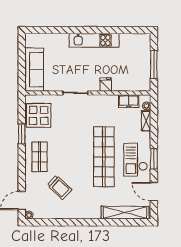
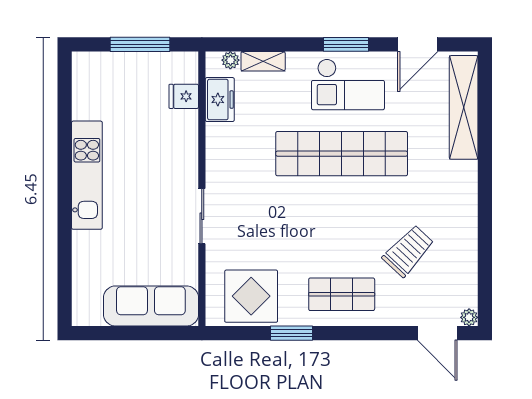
fridge: (106, 85) -> (184, 96), moved

